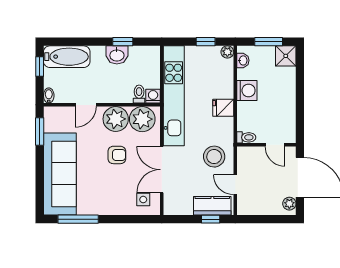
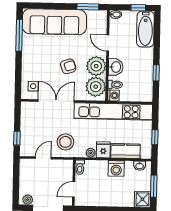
plant: (227, 52) -> (91, 153), moved
washbasin: (117, 55) -> (116, 67), moved, turned 180
armchair: (117, 155) -> (68, 66), turned -109
kitchen counter: (212, 206) -> (126, 151), moved, turned -90

